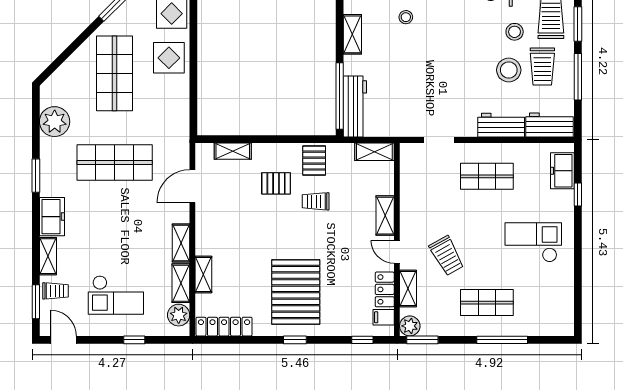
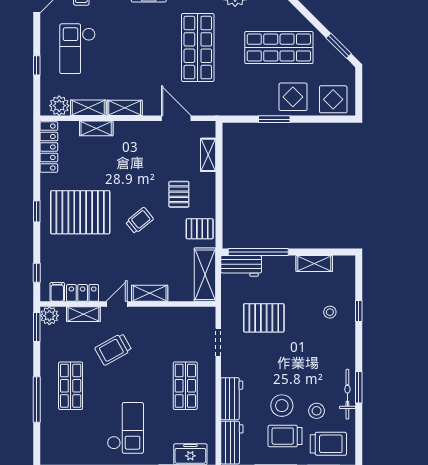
window: (193, 78) -> (274, 119), added
pallet: (412, 90) -> (264, 318), added
workbench: (355, 107) -> (241, 266), width x0.73
shelving: (374, 152) -> (205, 275), width x1.50, depth x1.33
trolley: (316, 201) -> (140, 220), moved, turned 51

